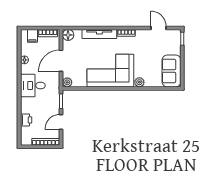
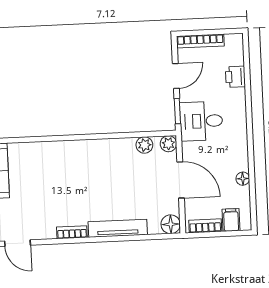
door: (61, 61) -> (181, 180), hinge flipped
corner sofa: (110, 71) -> (96, 167), removed
plant: (139, 82) -> (144, 145), moved
desk: (33, 85) -> (201, 121), moved, turned 180

